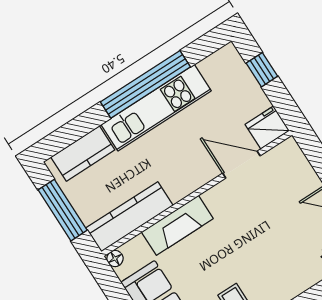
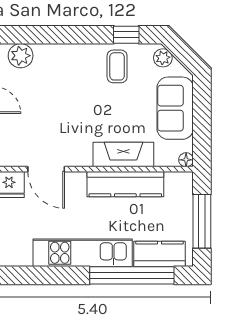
window: (145, 84) -> (132, 275), moved
kitchen counter: (129, 217) -> (125, 184), moved

